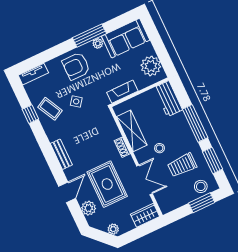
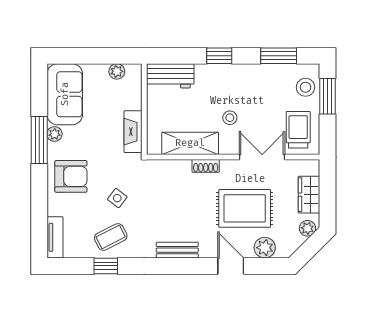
armchair: (76, 66) -> (71, 176), turned -90
plant: (151, 66) -> (117, 71), width x0.53, depth x0.53
window: (195, 123) -> (219, 56), width x0.46
trolley: (182, 165) -> (298, 130), moved, turned 180
wardrobe: (145, 215) -> (309, 195), moved

